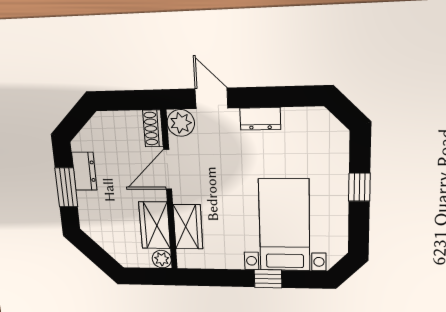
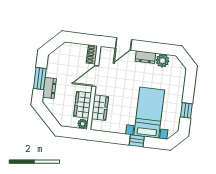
door: (211, 98) -> (124, 44), swing flipped
plant: (181, 123) -> (162, 61), moved
dresser: (84, 171) -> (49, 88), moved
window: (359, 187) -> (186, 110), moved

